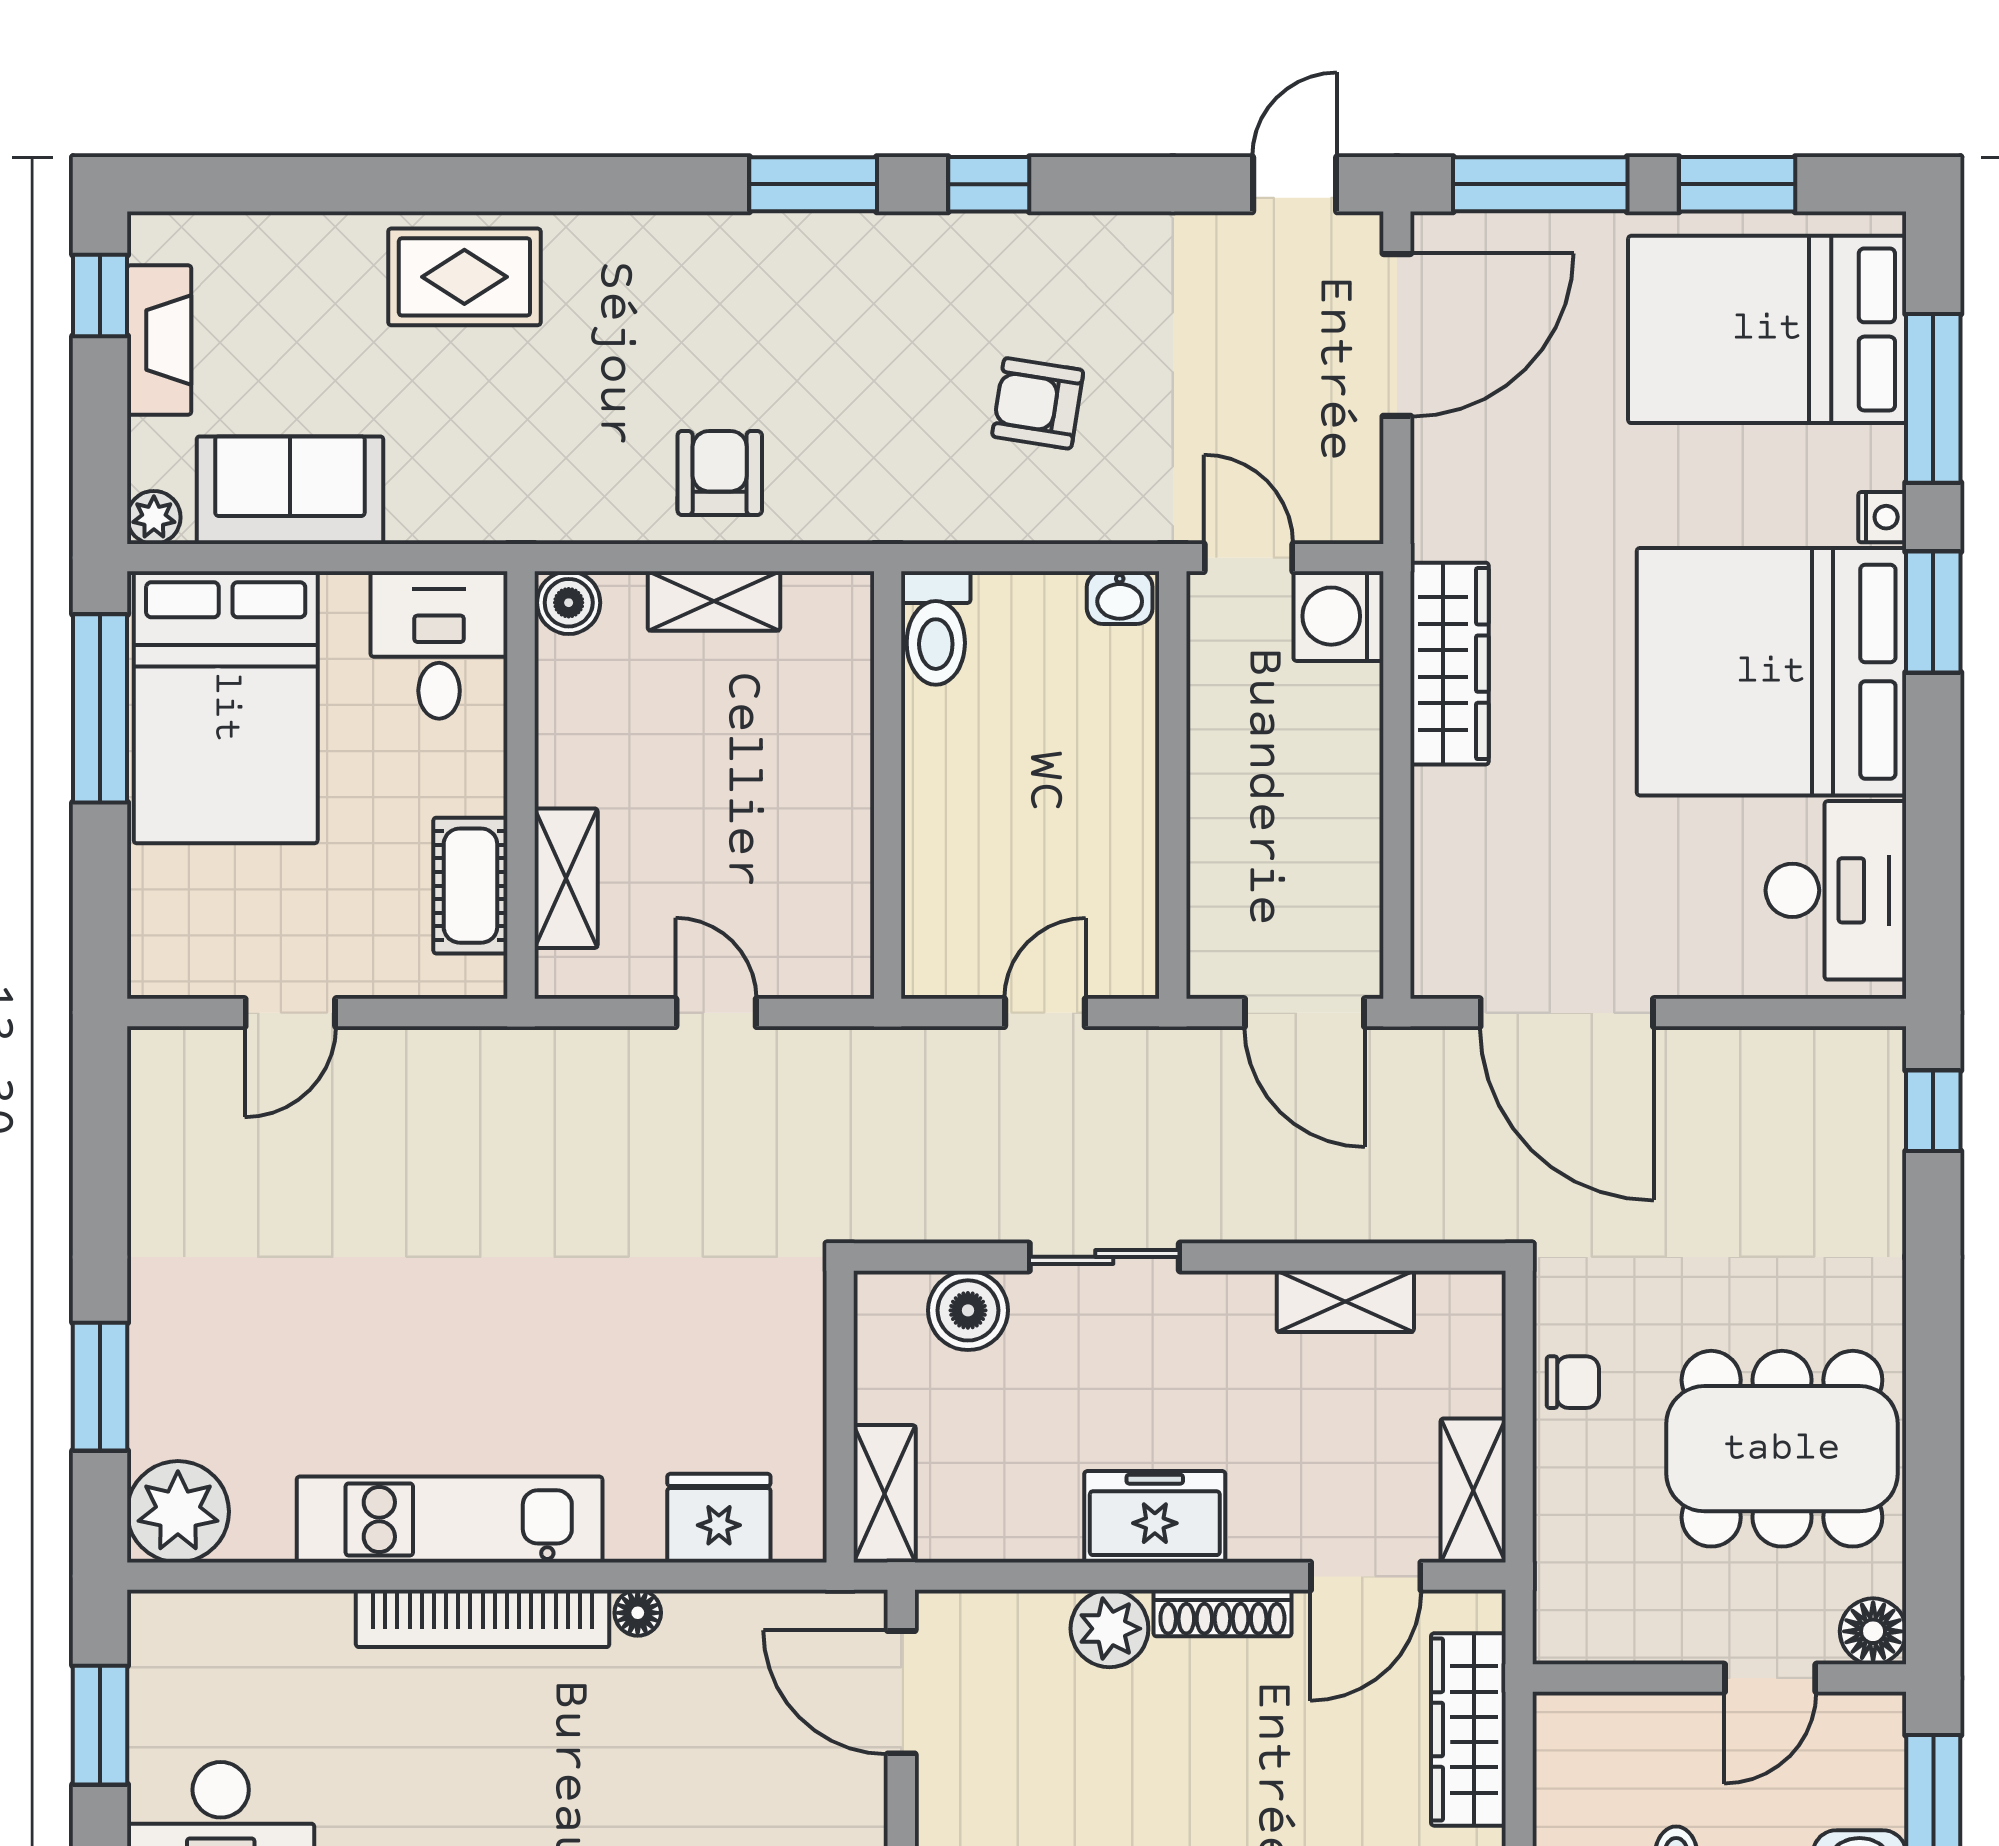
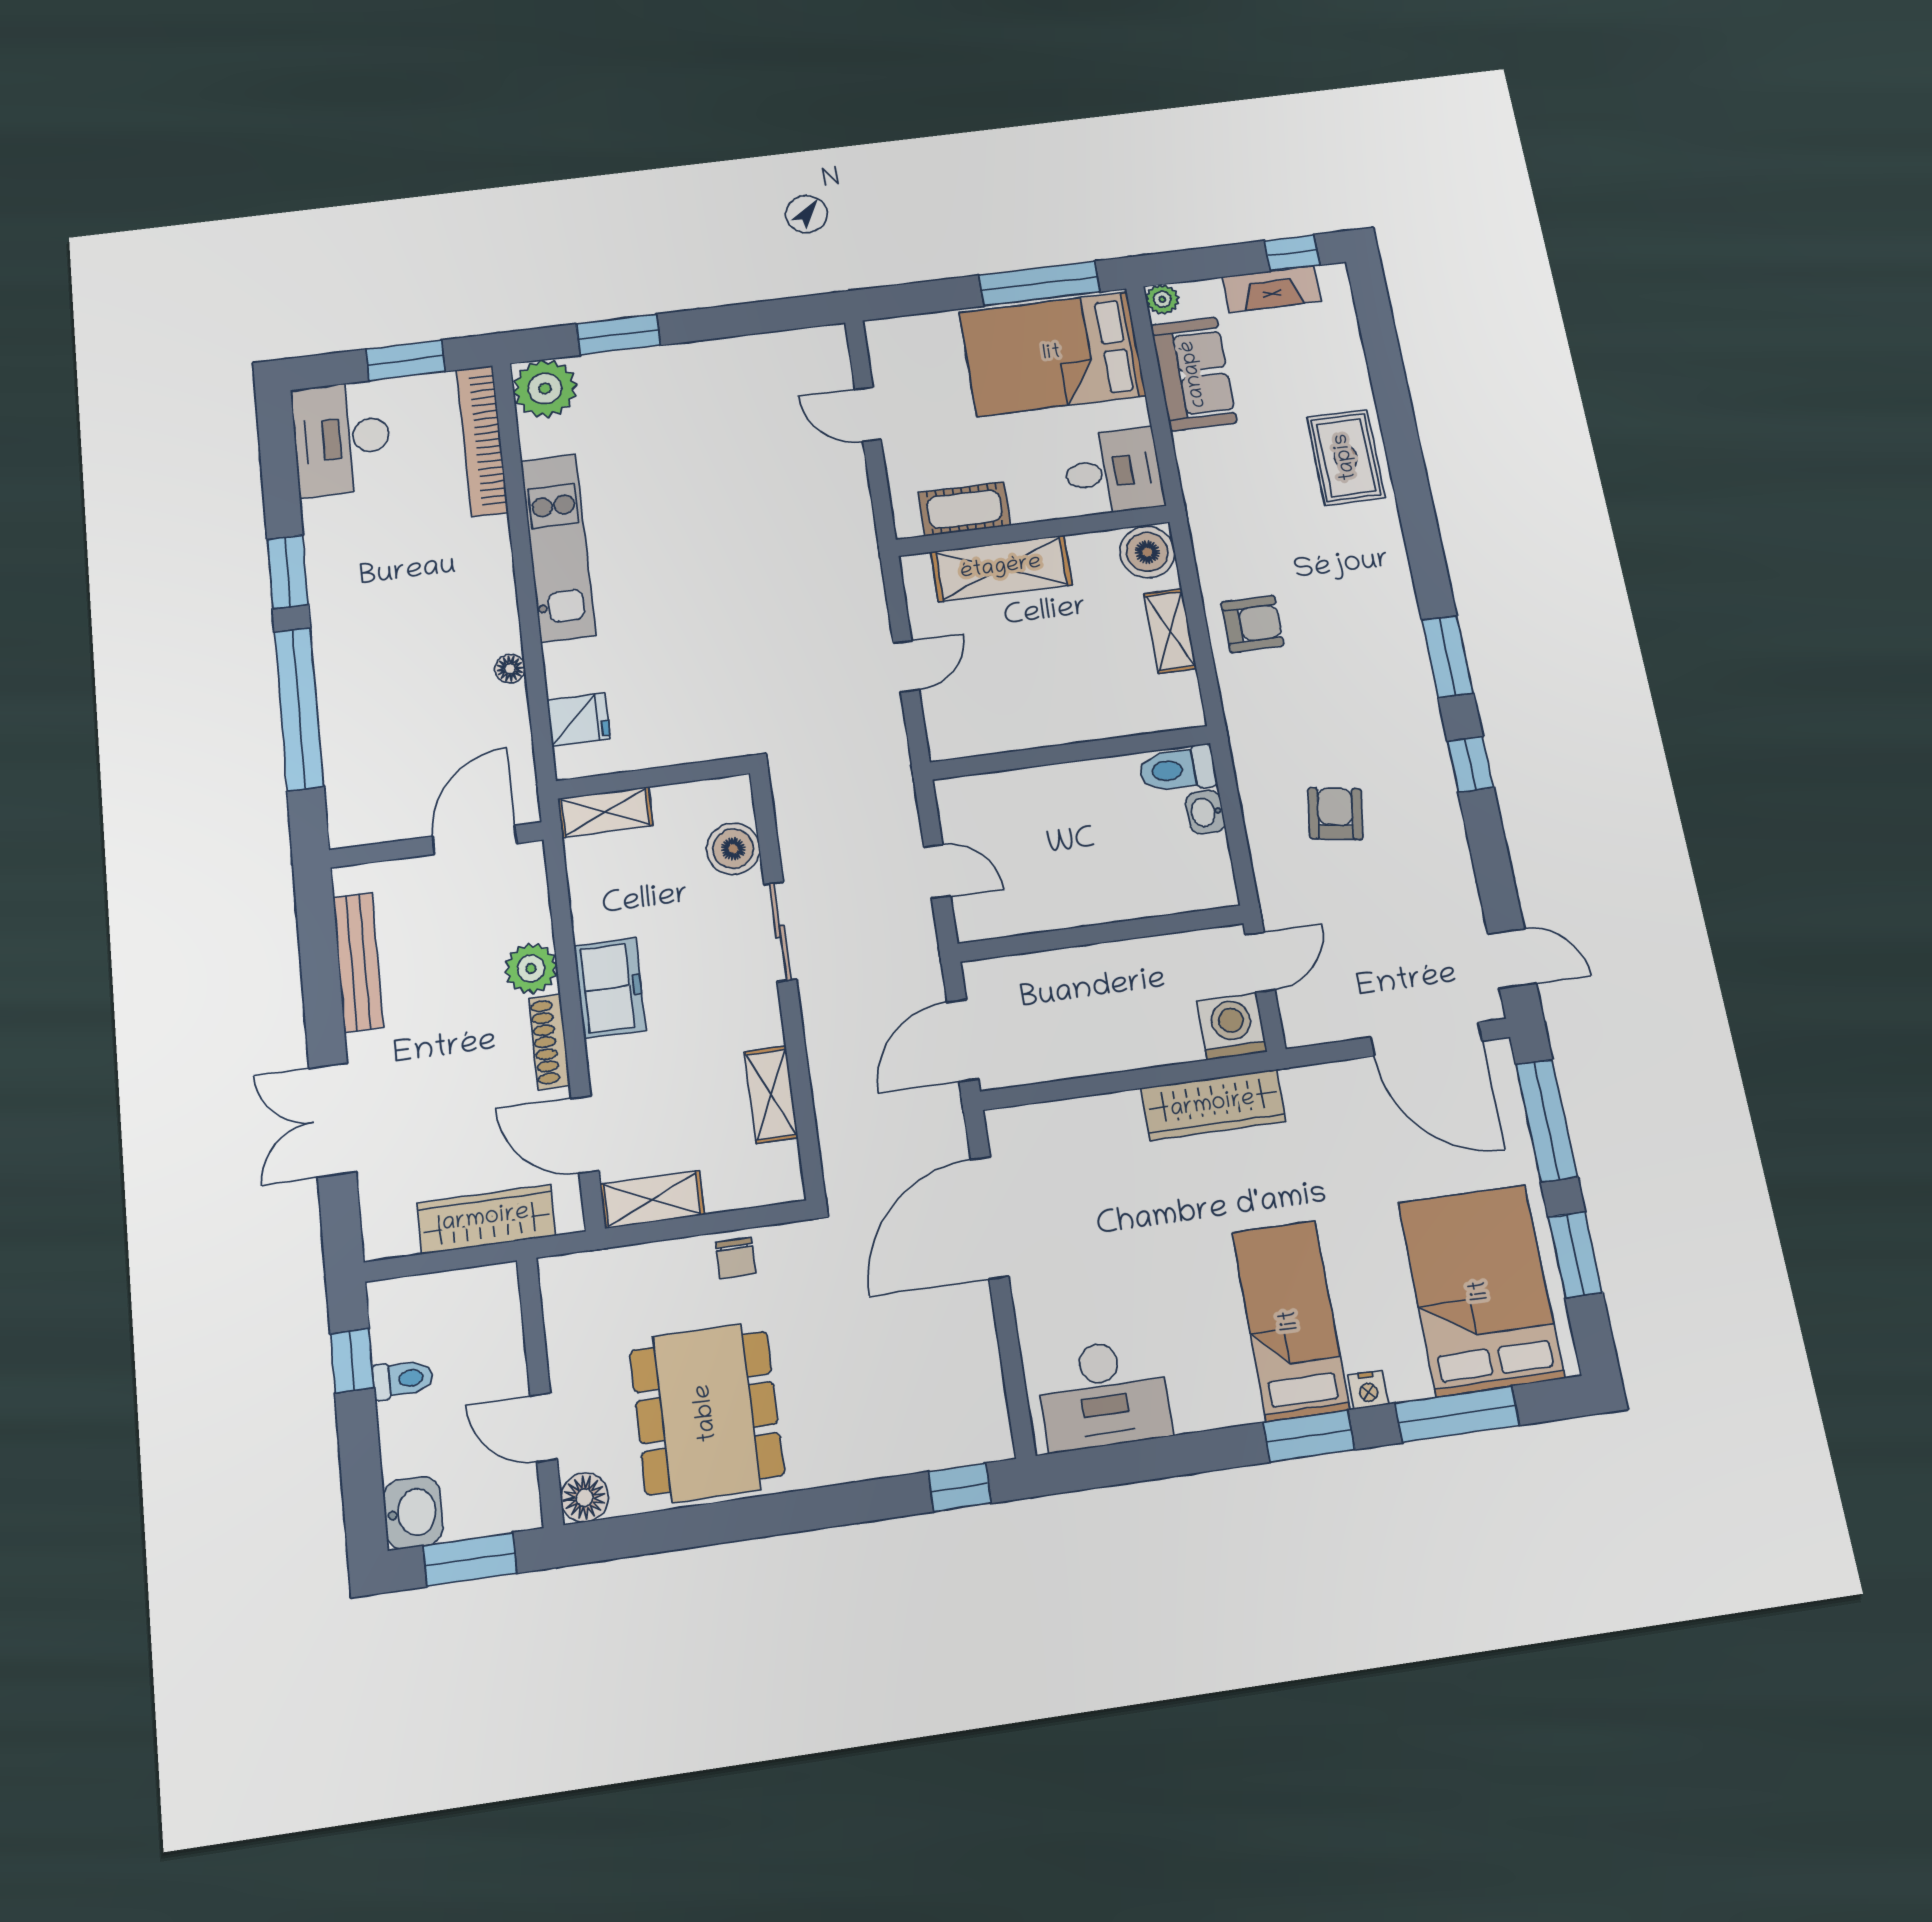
washbasin: (1120, 598) -> (1205, 812), moved
boiler: (569, 603) -> (1147, 552), width x1.36, depth x1.36
bed: (1771, 672) -> (1291, 1320), width x0.49
shelving: (566, 878) -> (1001, 568), width x1.50, depth x1.33
fridge: (719, 1518) -> (578, 719), width x0.72
bookcase: (483, 1618) -> (482, 440), moved

